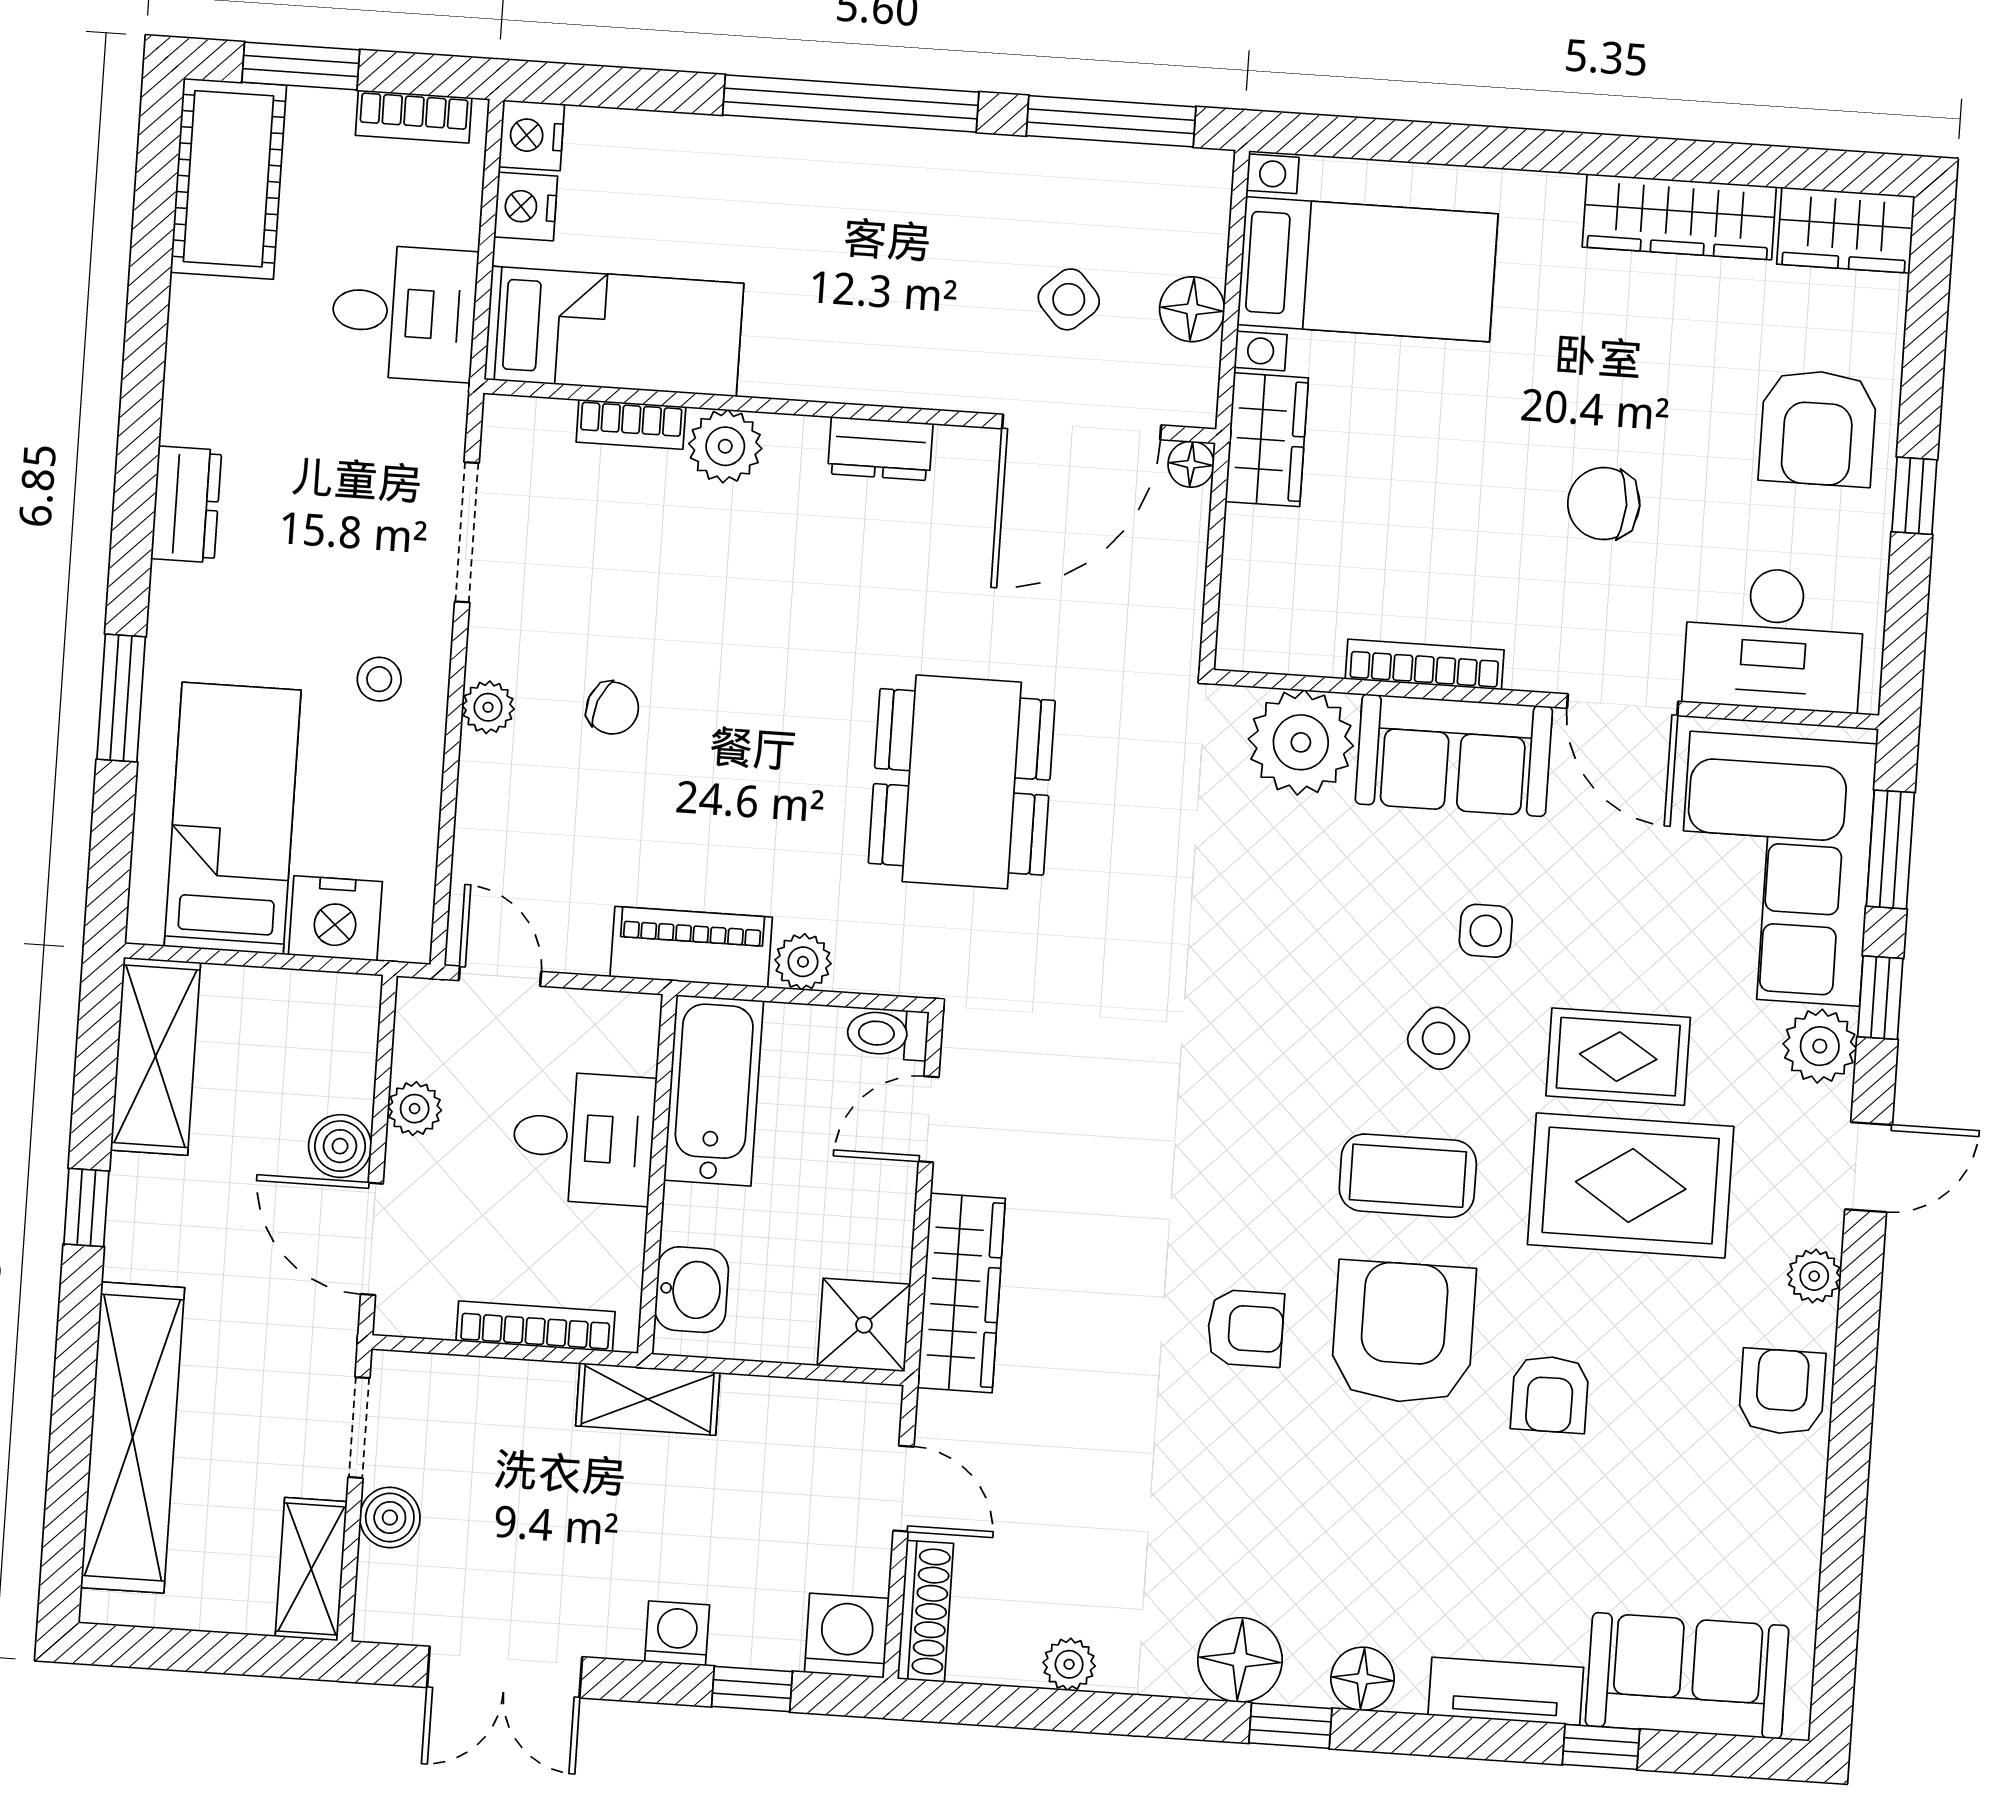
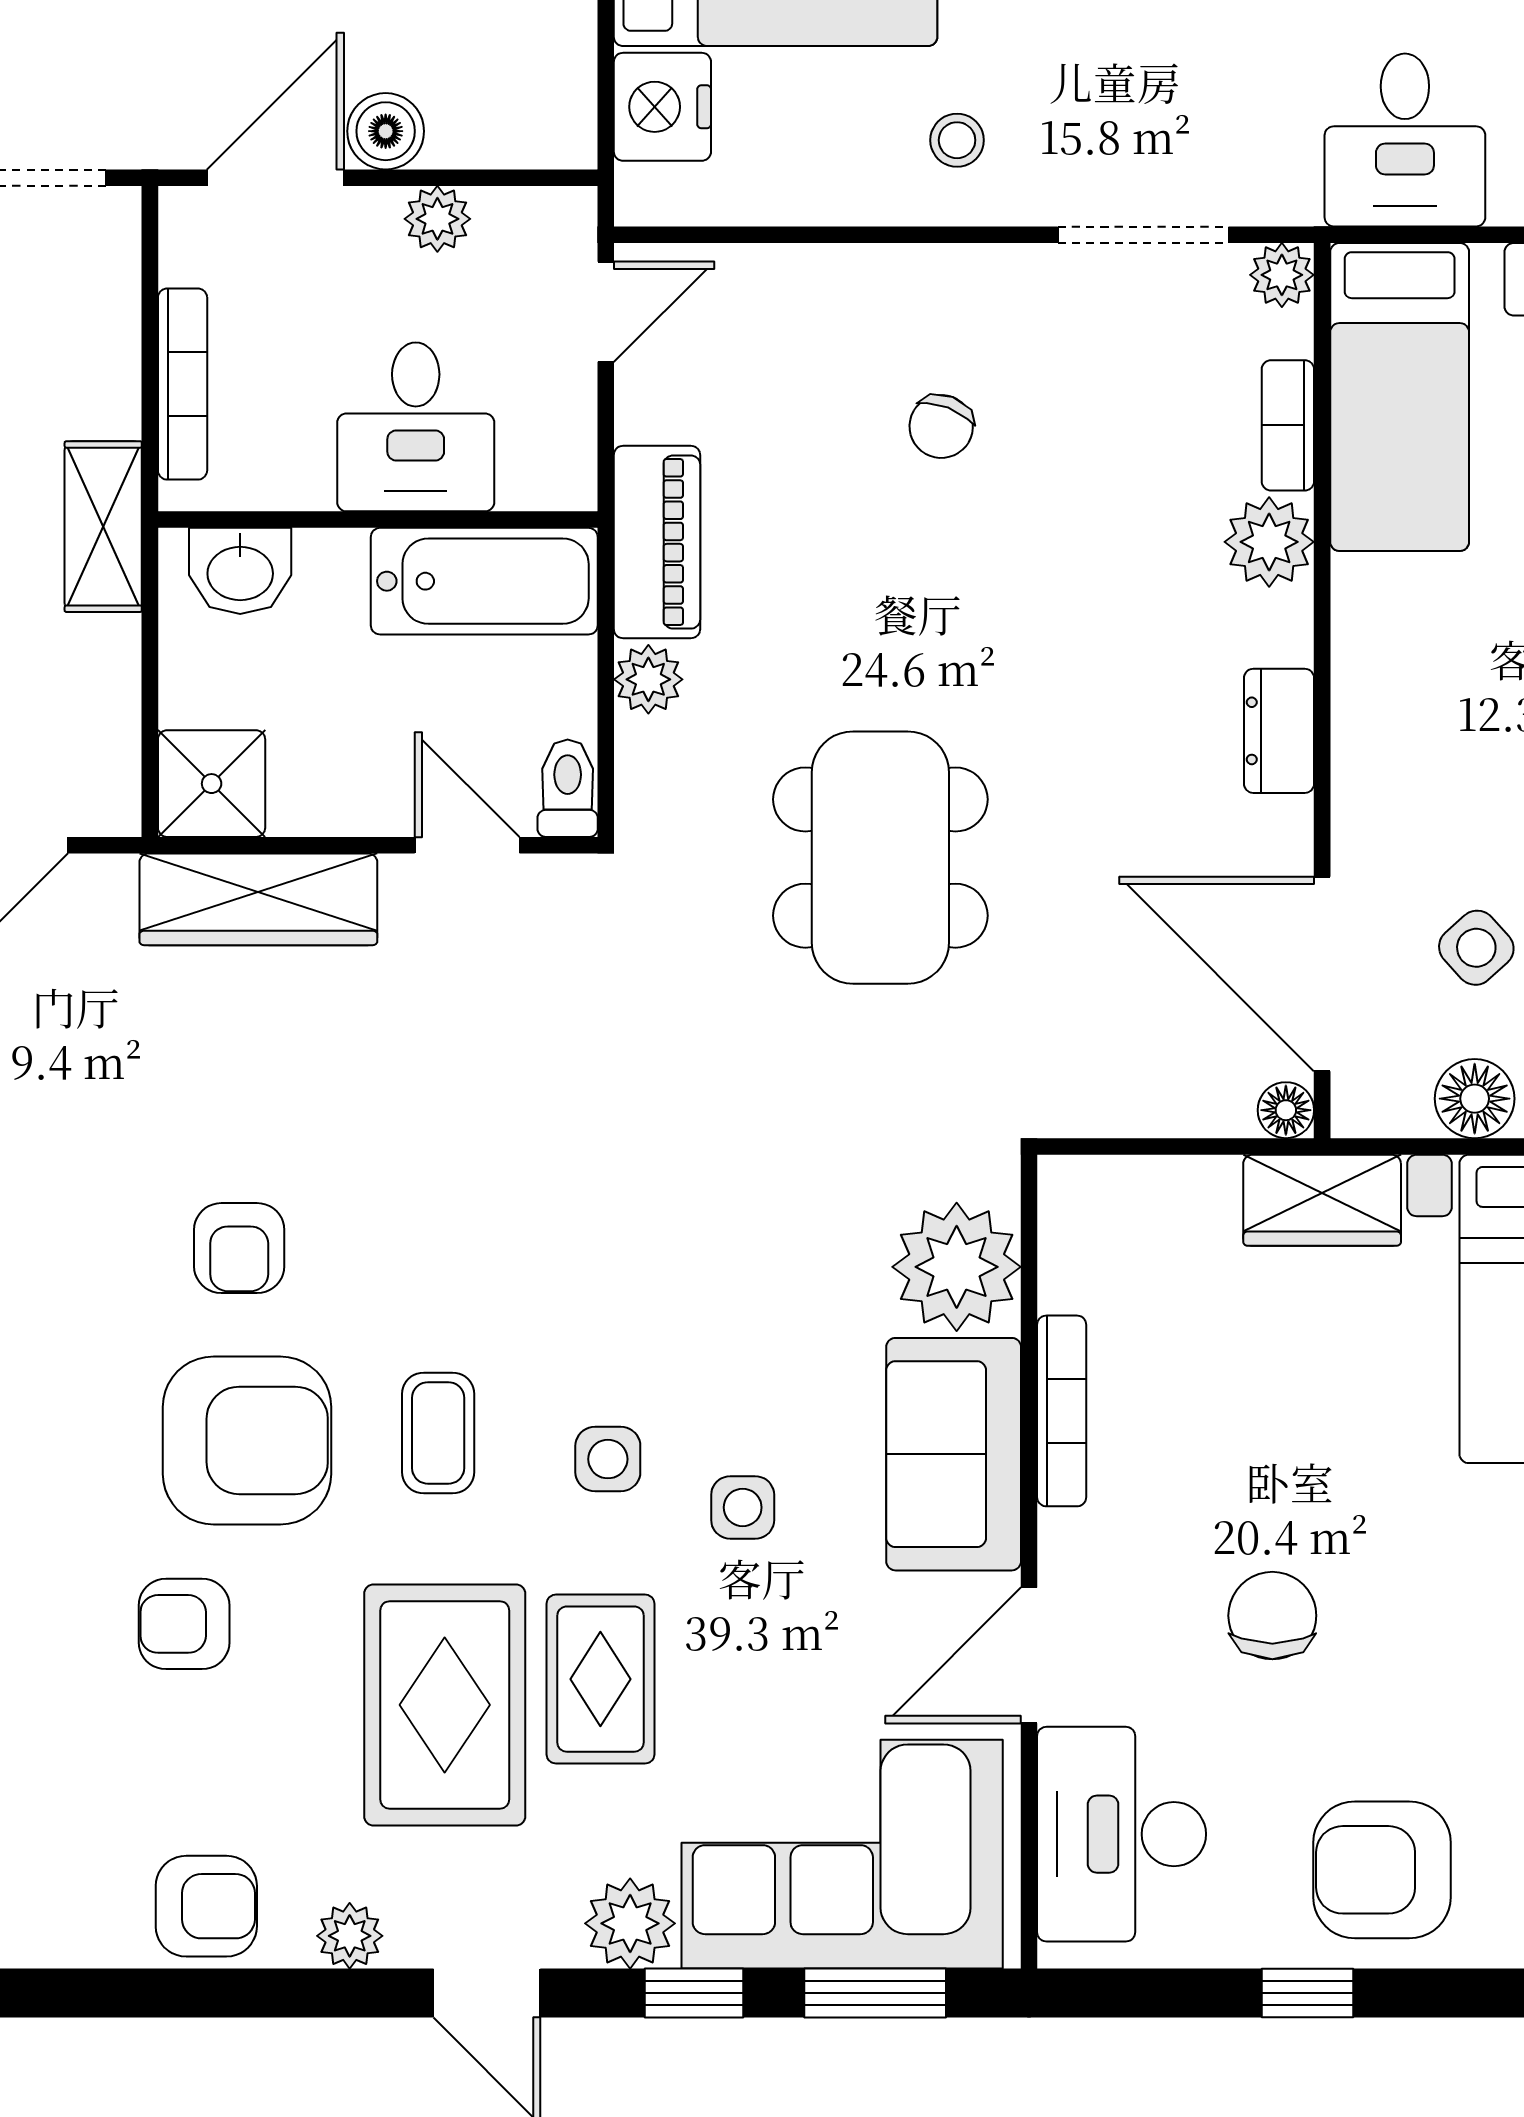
plant: (488, 707) -> (1282, 275), moved
dining table: (962, 782) -> (880, 858), turned 90
side table: (1439, 1038) -> (608, 1459), turned -36
coffee table: (1408, 1176) -> (438, 1433), width x0.73, depth x0.77

